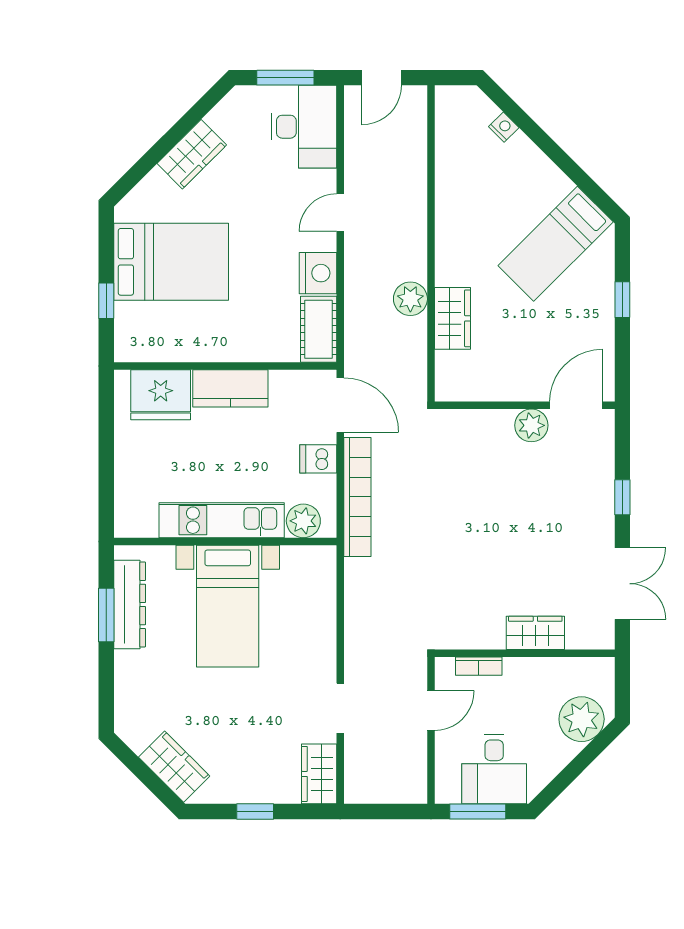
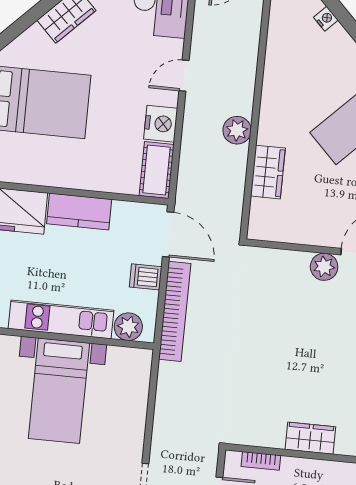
plant: (410, 299) -> (237, 130), moved

